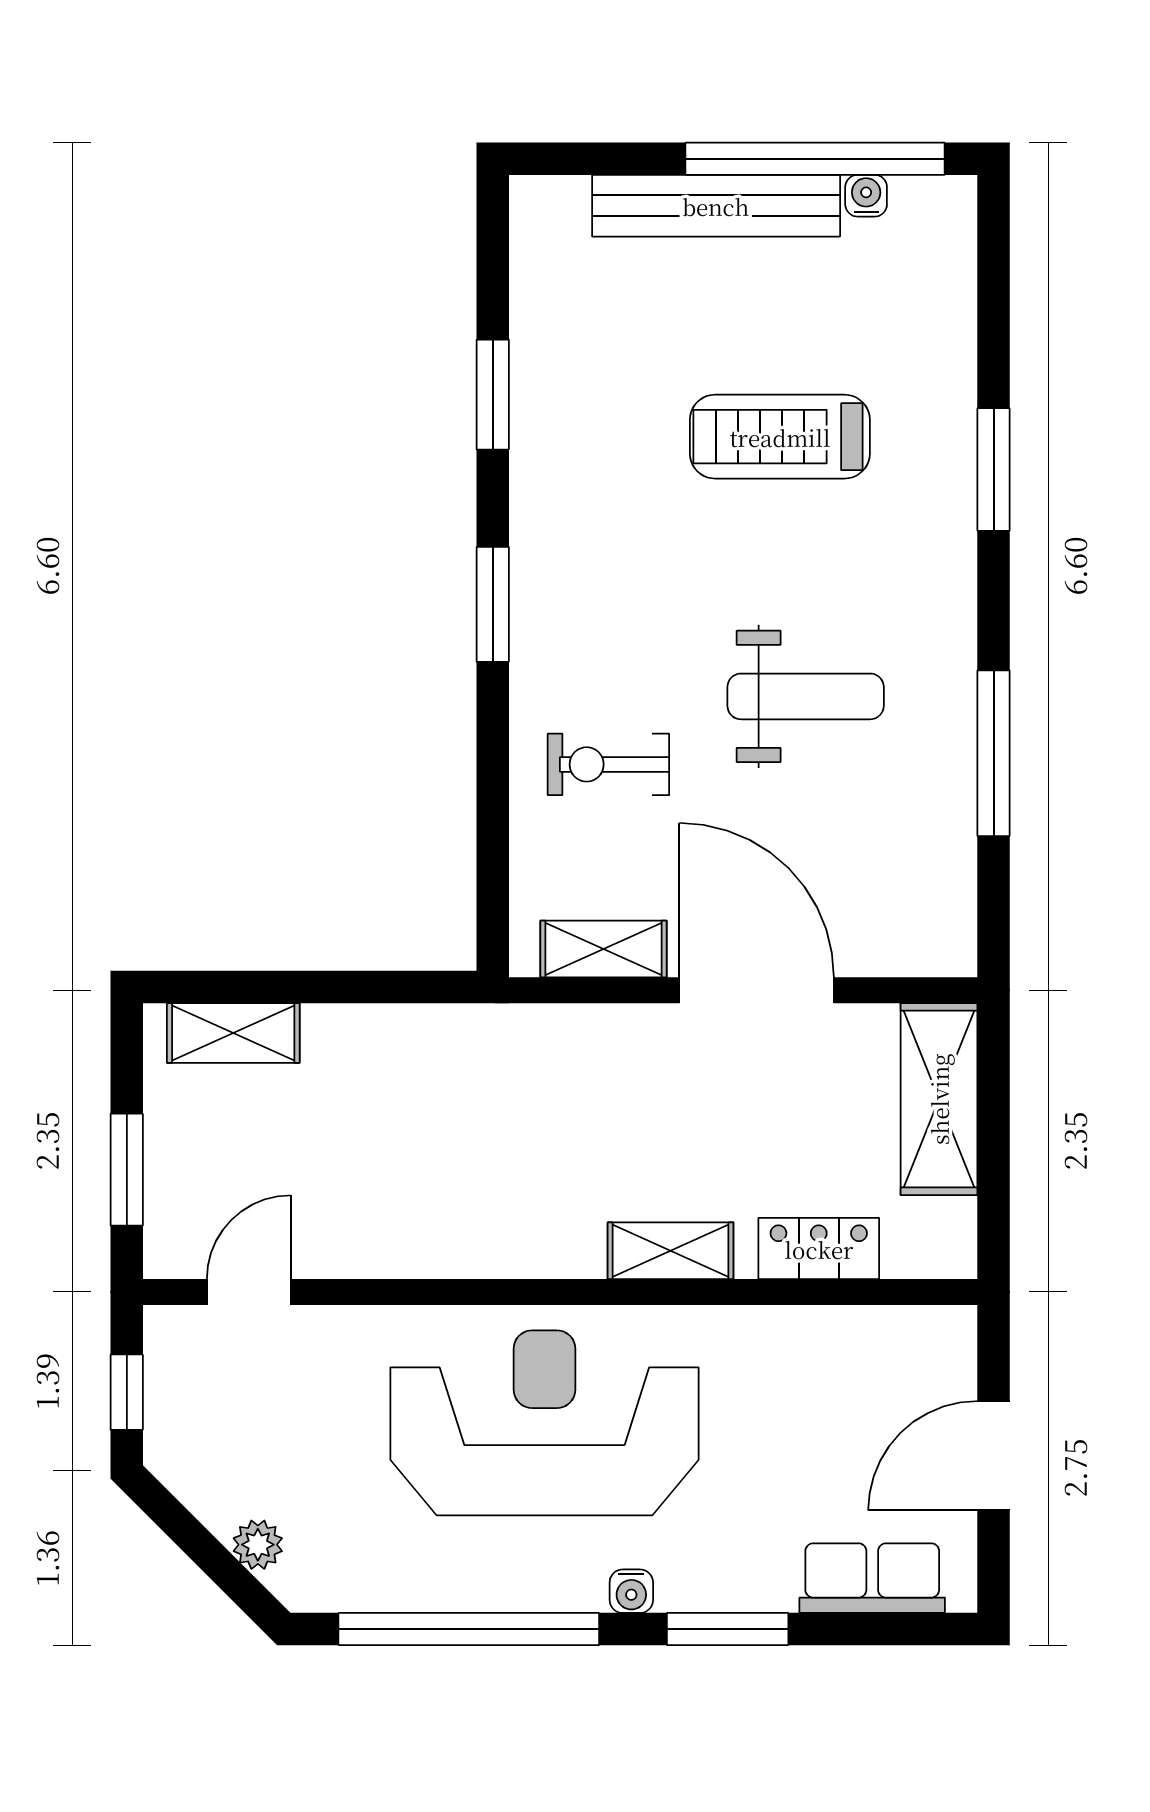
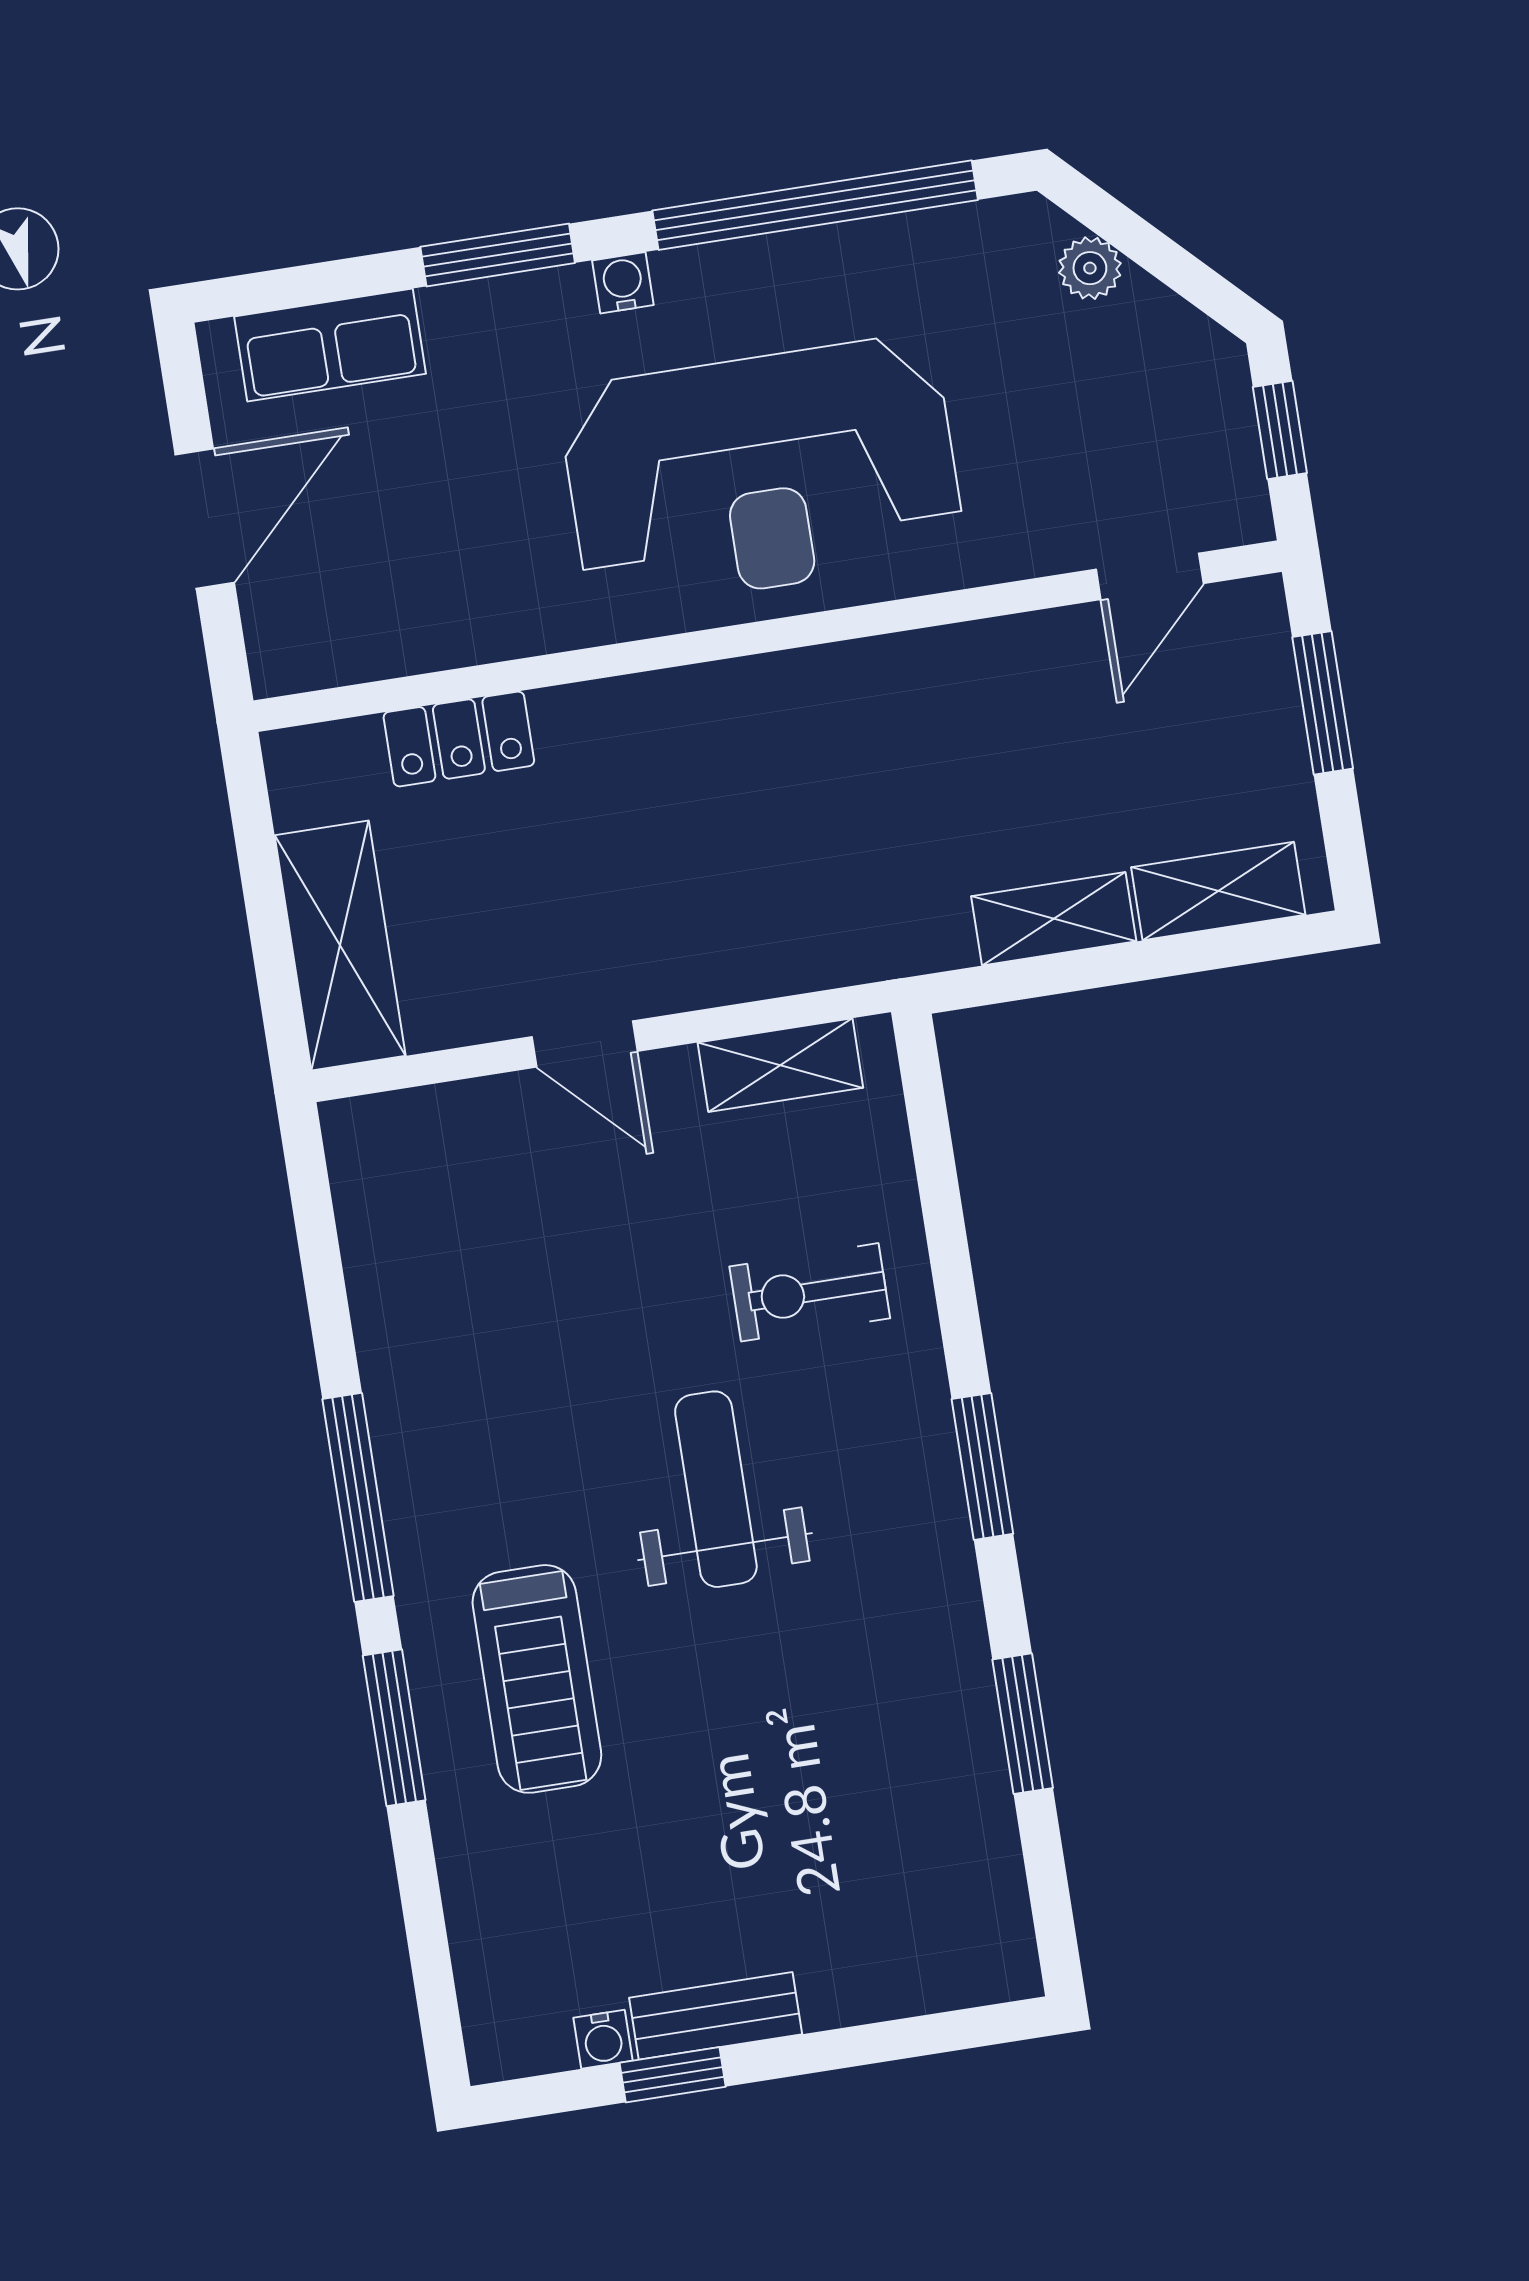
window: (815, 159) -> (673, 2075), width x0.32
bench: (716, 206) -> (716, 2016), width x0.54, depth x0.82
treadmill: (780, 437) -> (537, 1679), moved, turned 90
weight bench: (806, 696) -> (716, 1489), moved, turned 90
window: (994, 753) -> (358, 1497), moved
exercise bike: (608, 764) -> (810, 1292), turned 180
door: (757, 990) -> (585, 1044), width x0.53
shelving: (671, 1251) -> (1054, 919), moved

